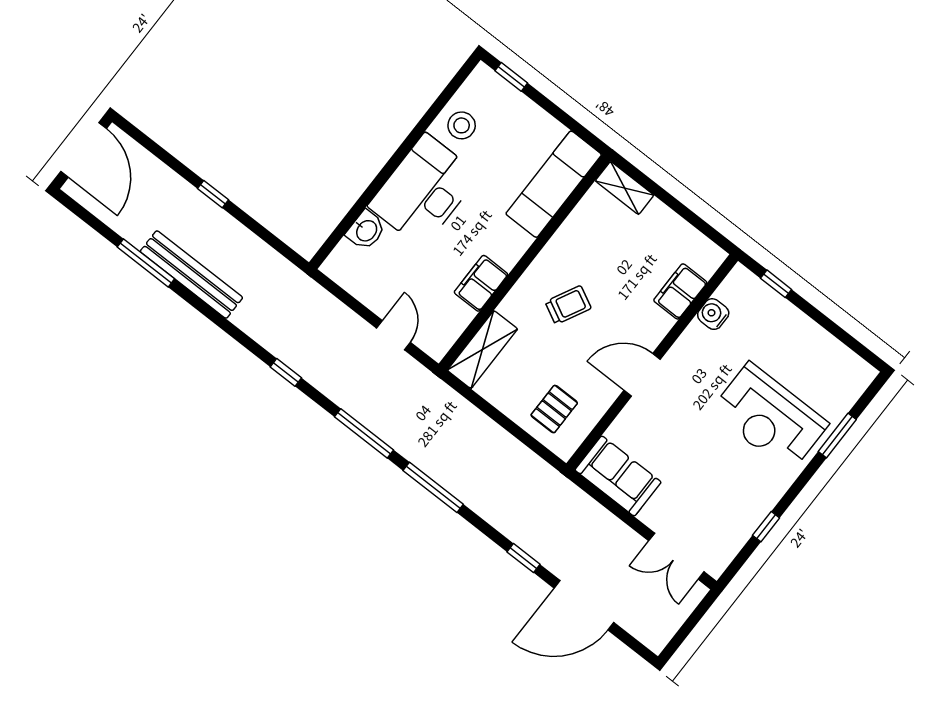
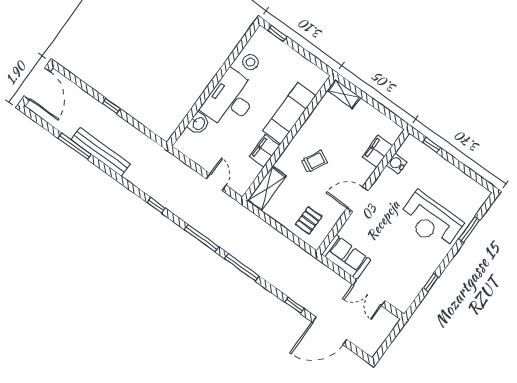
exam couch: (554, 184) -> (289, 113), moved
double door: (676, 556) -> (369, 293), moved

